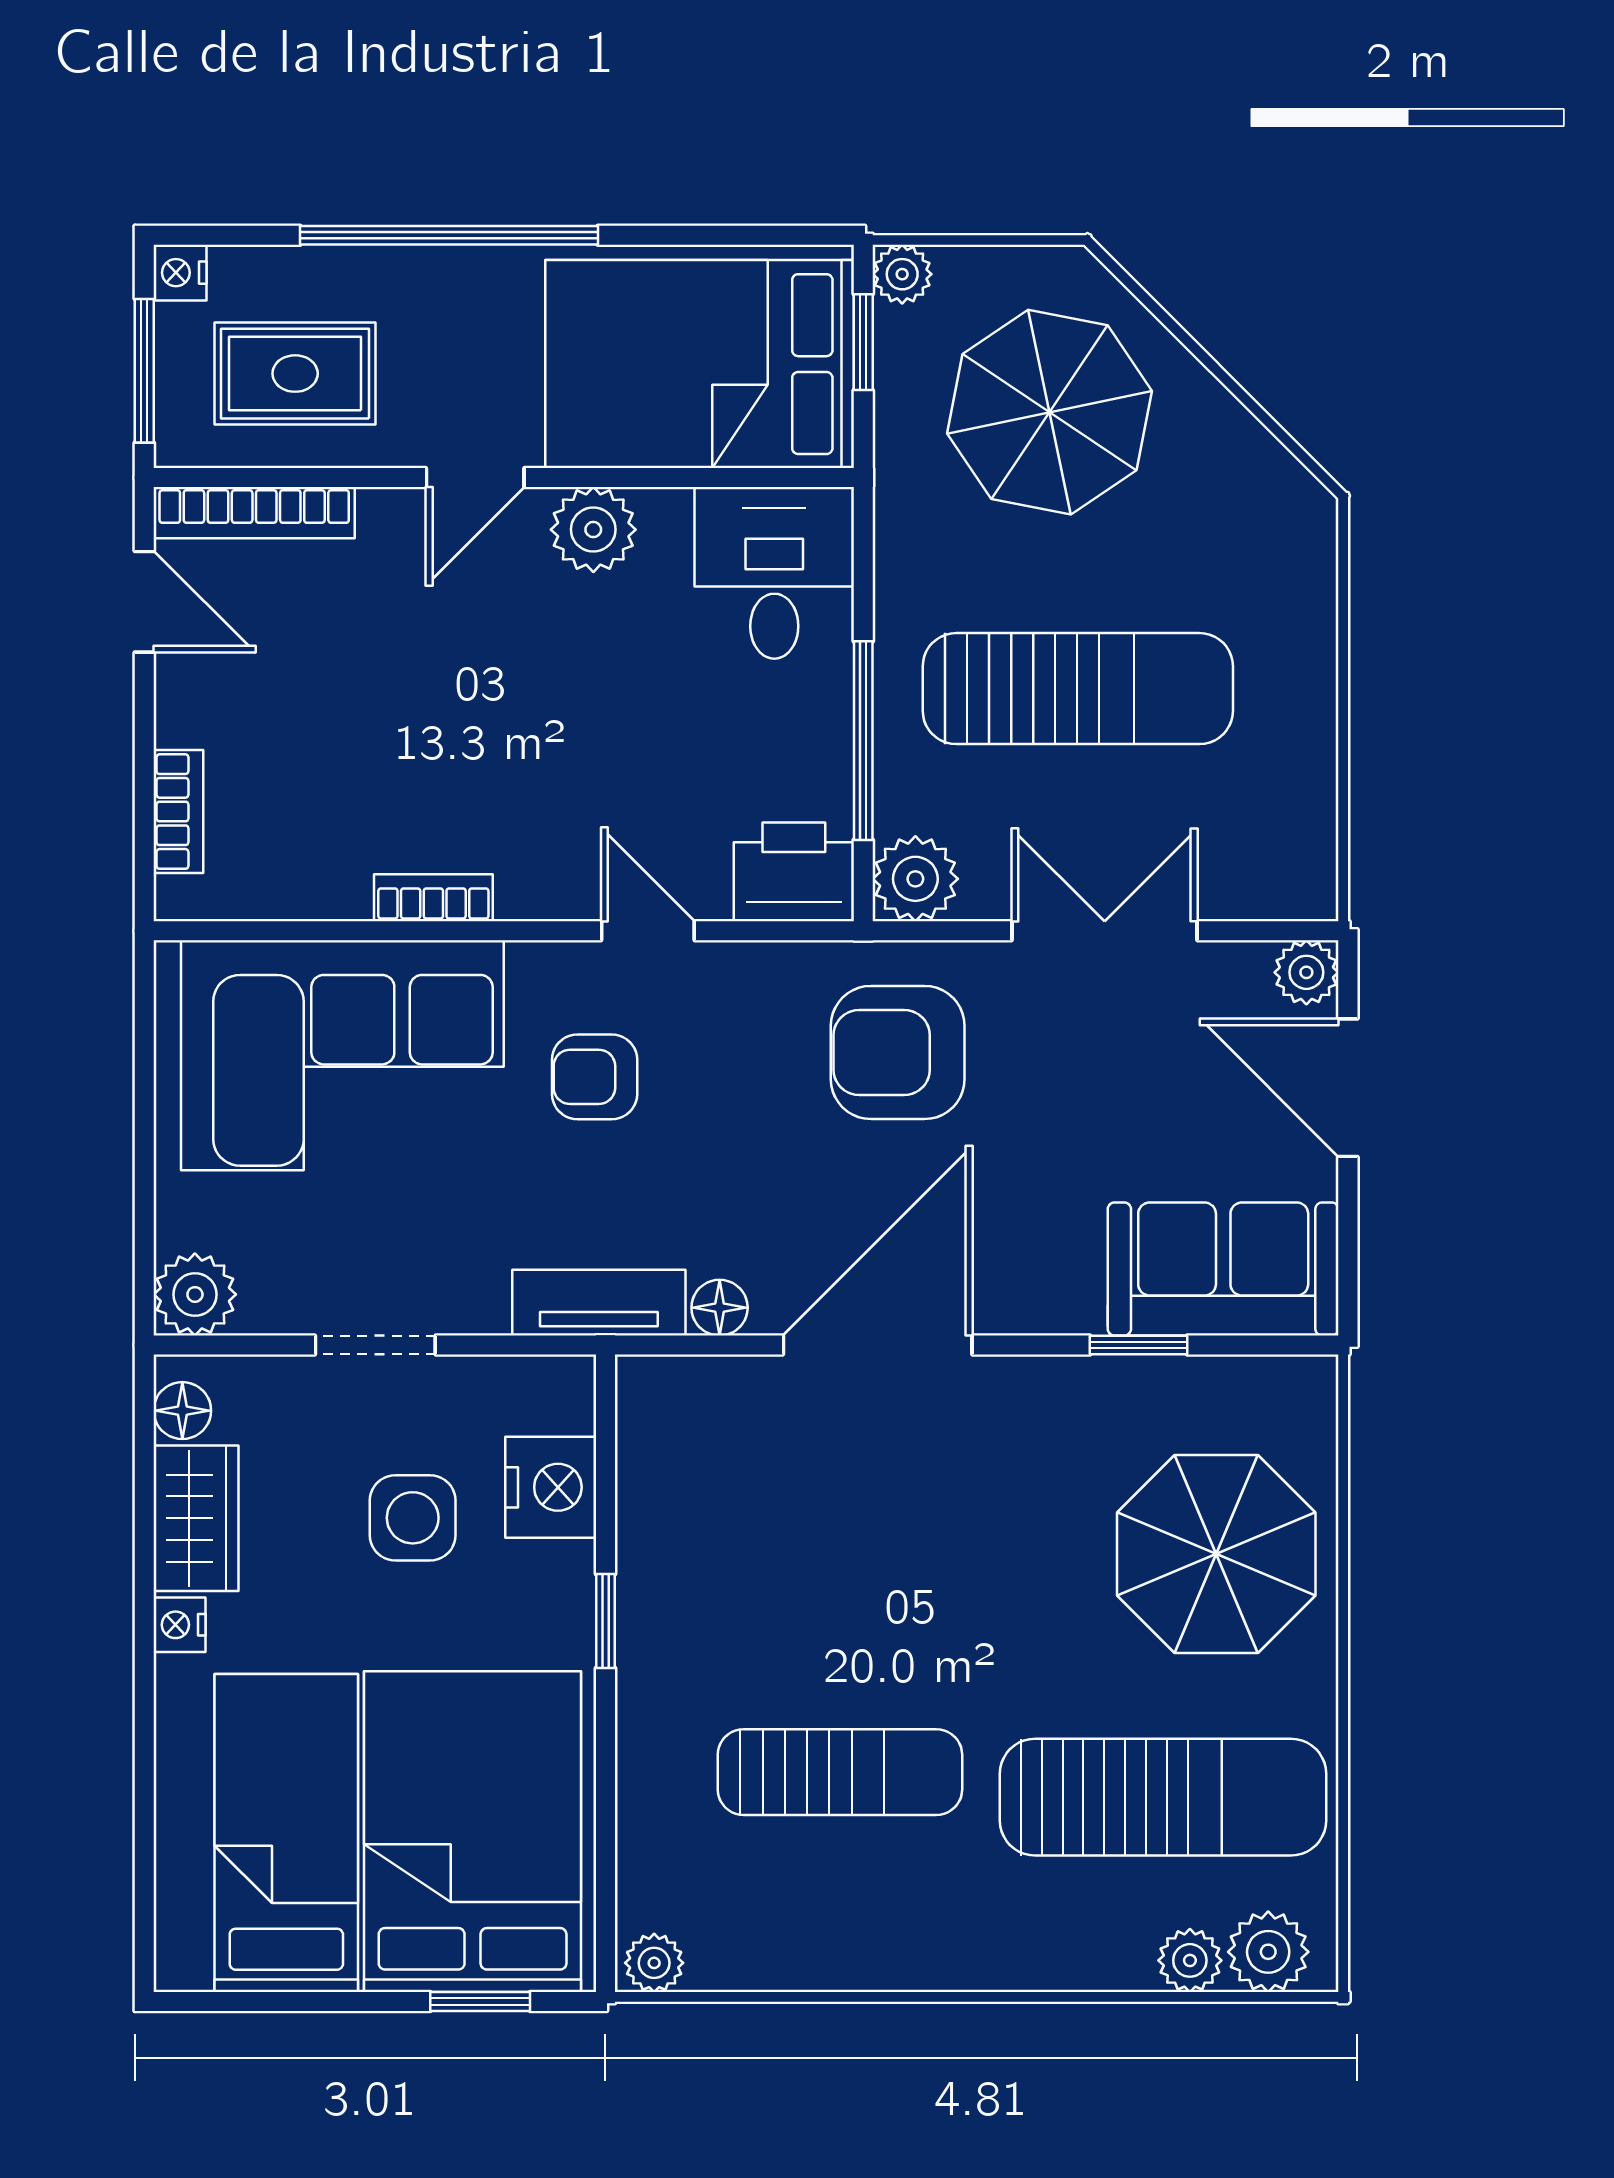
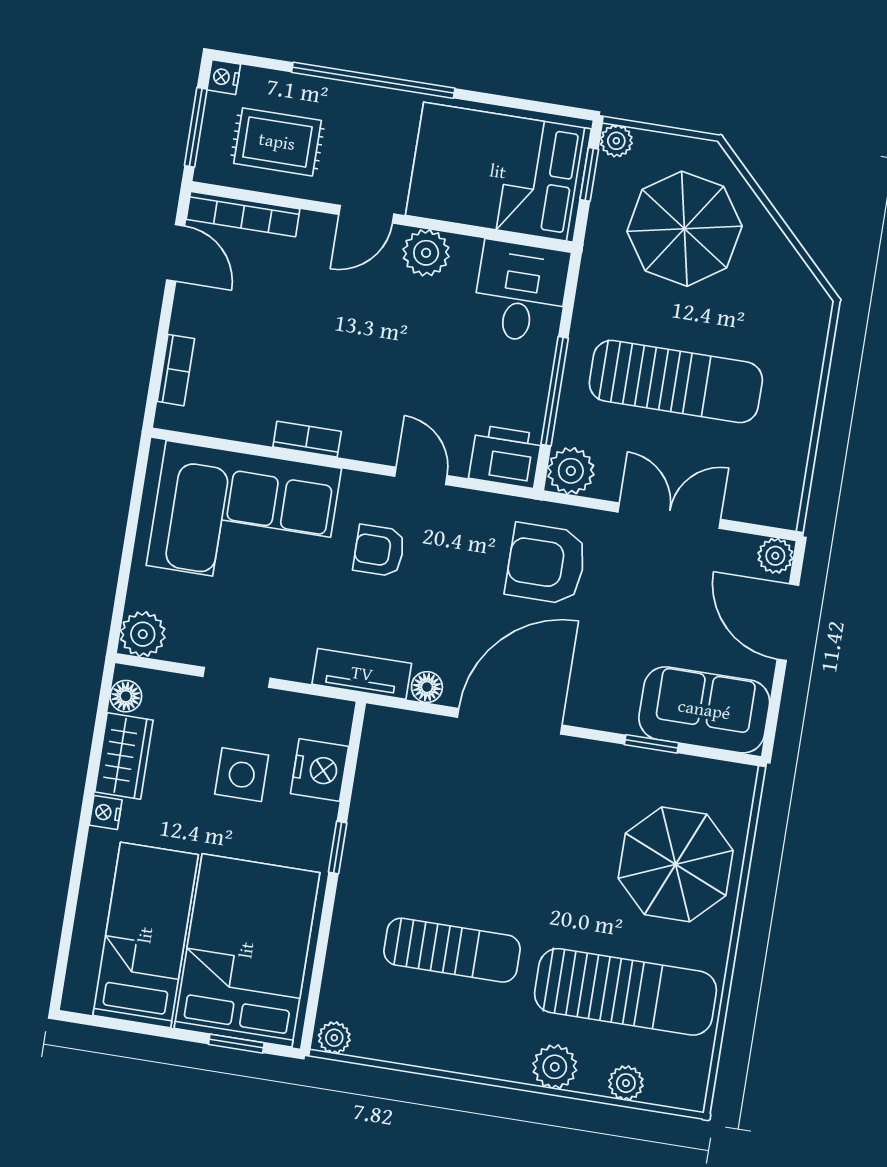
plant: (1268, 1952) -> (555, 1067), moved

